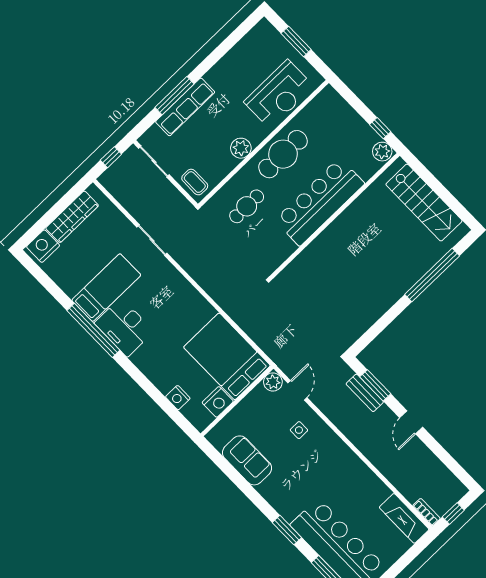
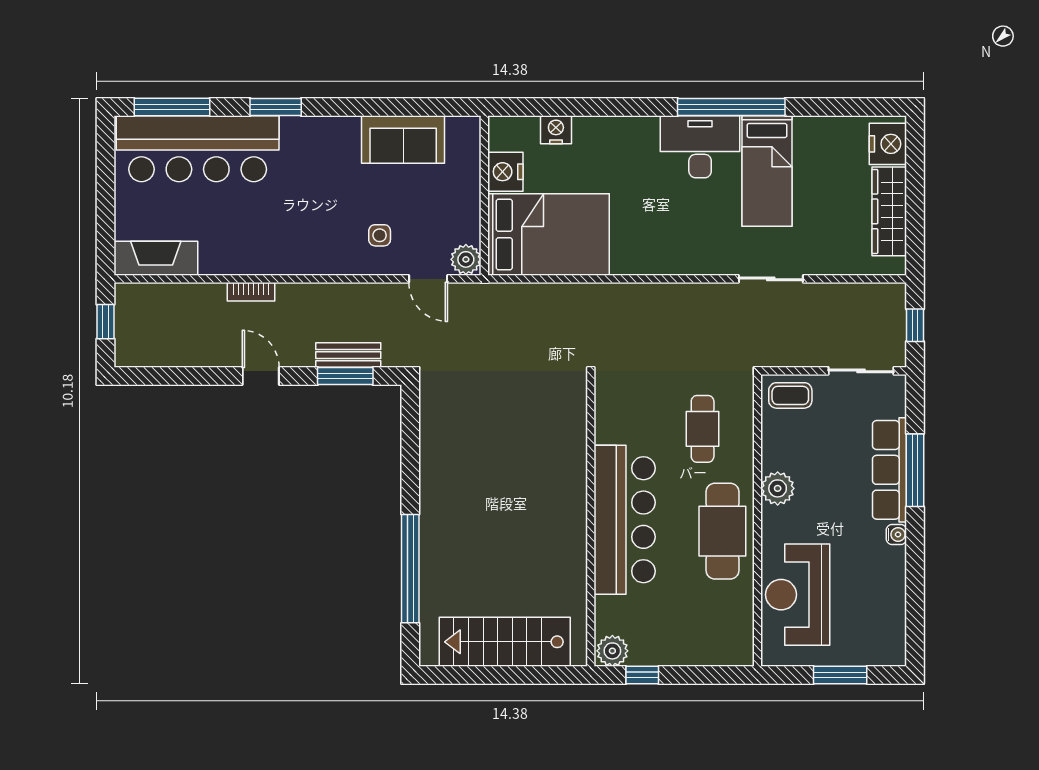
water cooler: (211, 77) -> (896, 534), added
bookcase: (426, 512) -> (251, 292), moved

